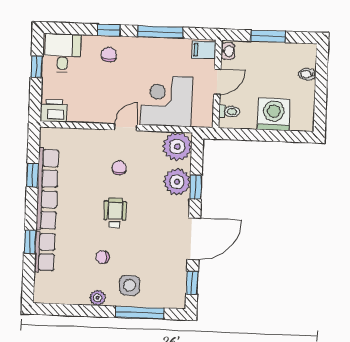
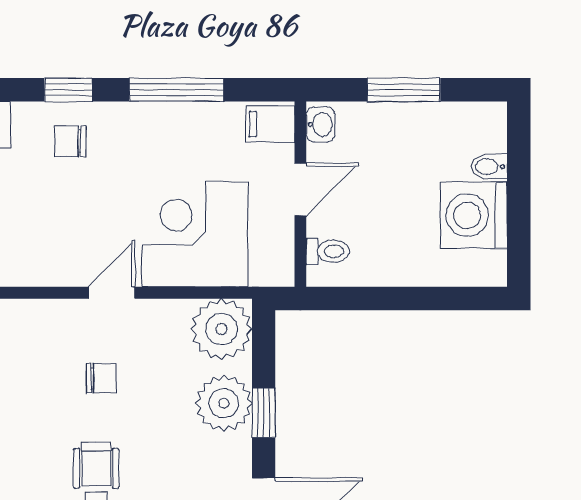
chair: (109, 55) -> (70, 141), turned -90
washing machine: (274, 114) -> (474, 215), moved, turned -90
chair: (119, 168) -> (101, 378), turned 90

